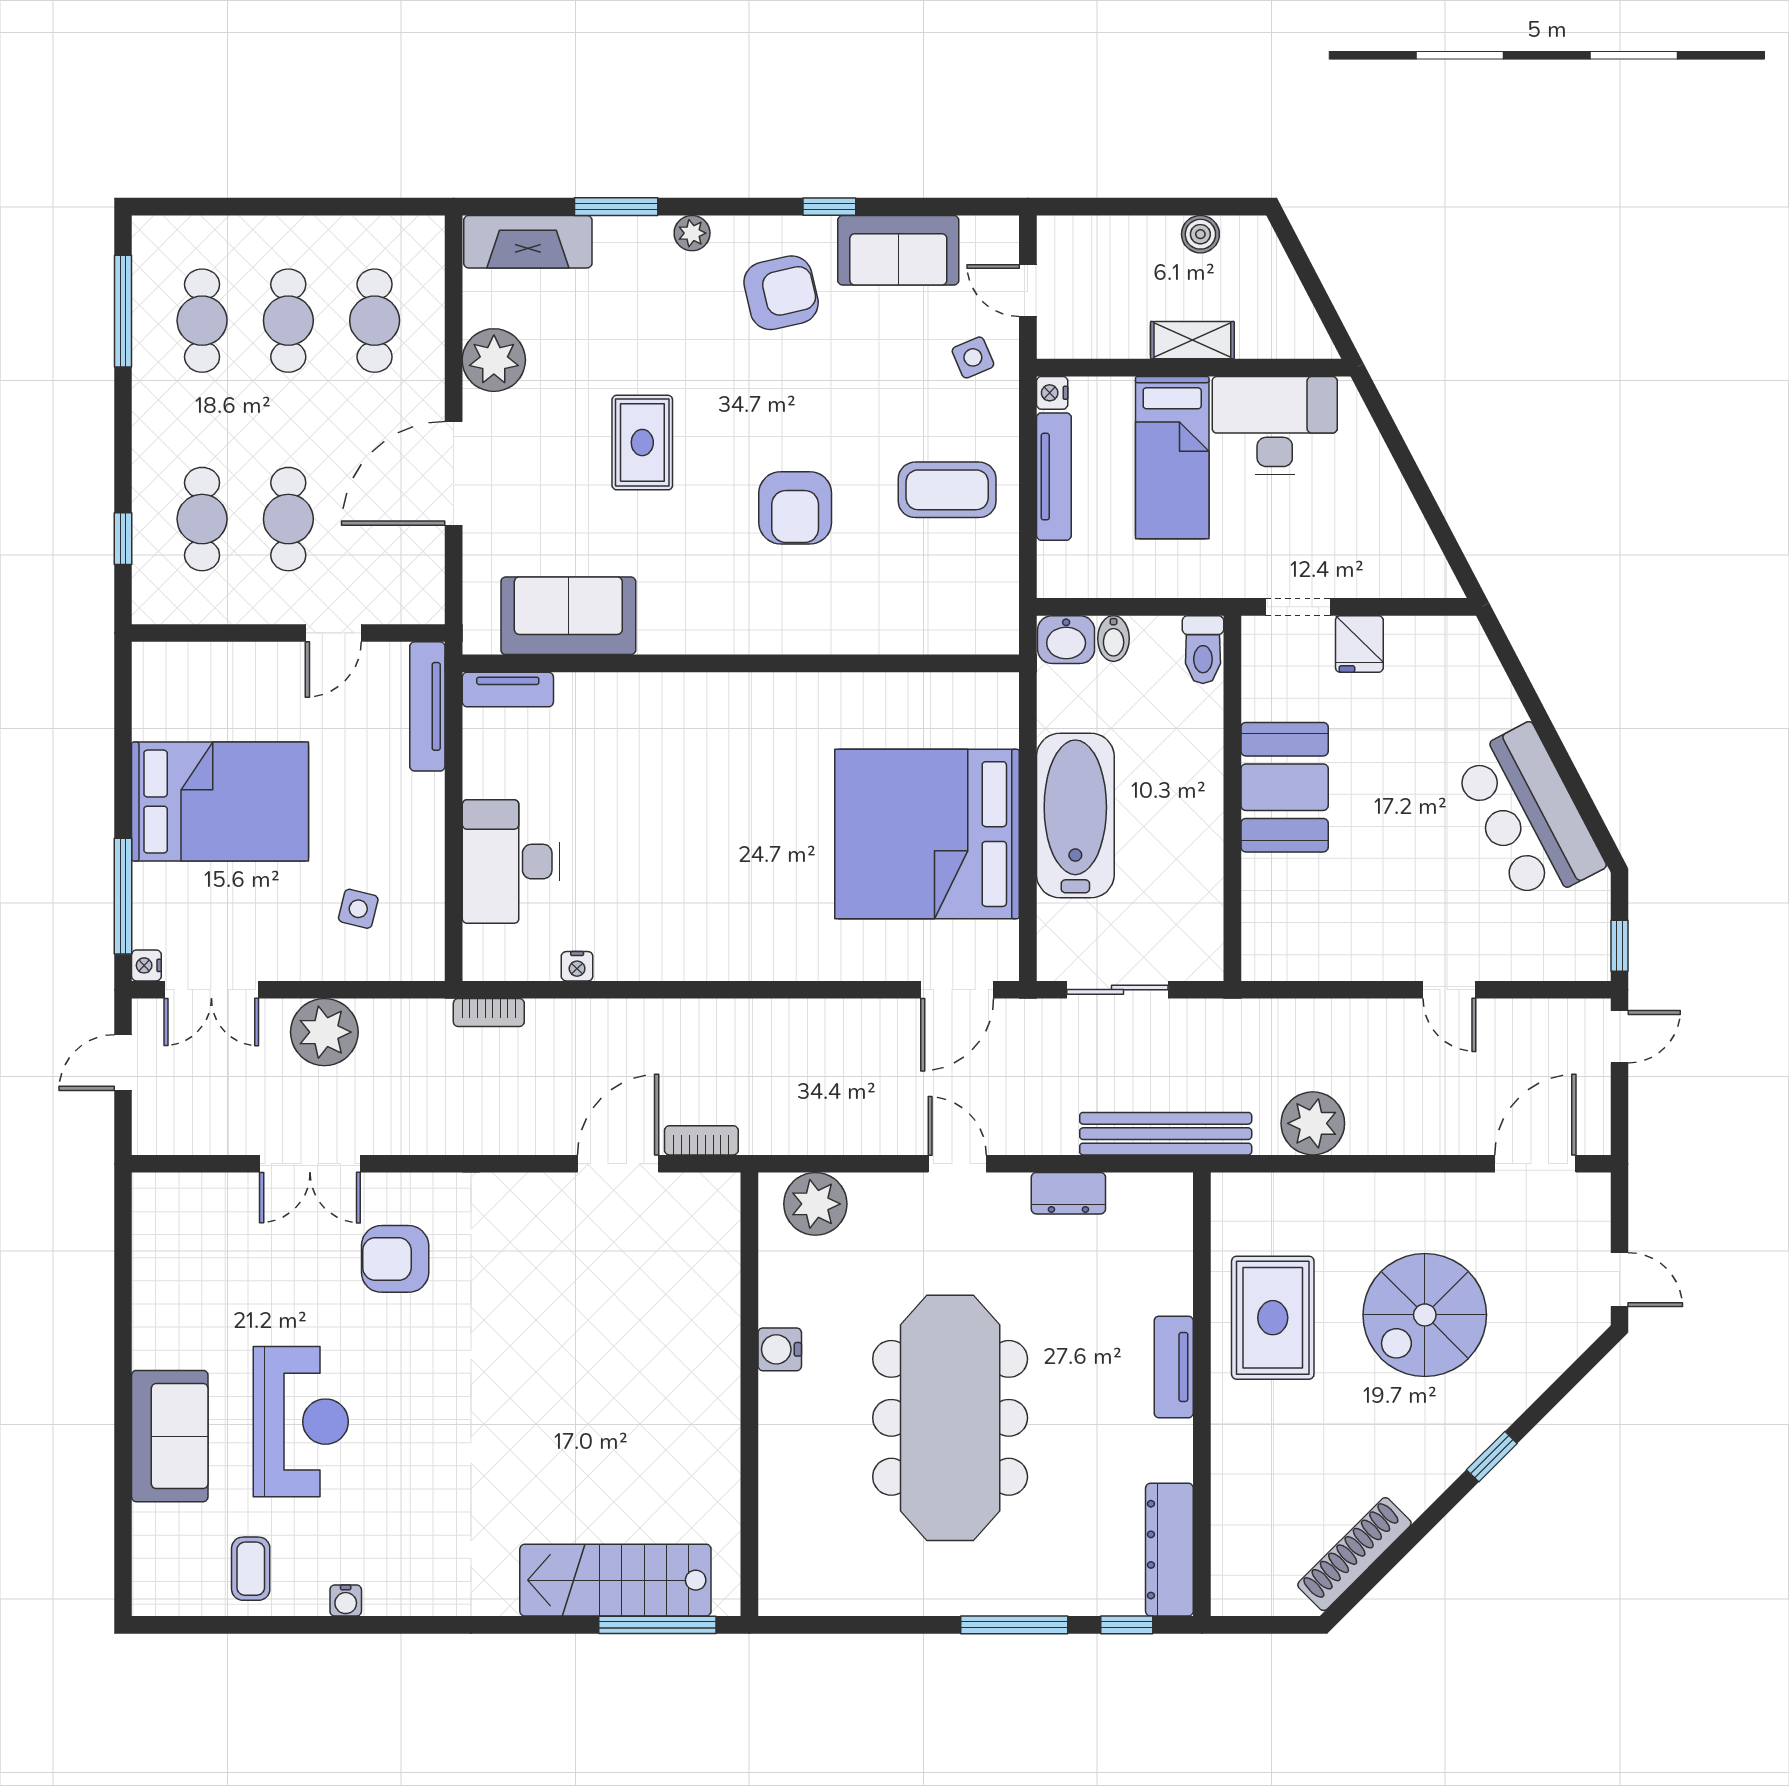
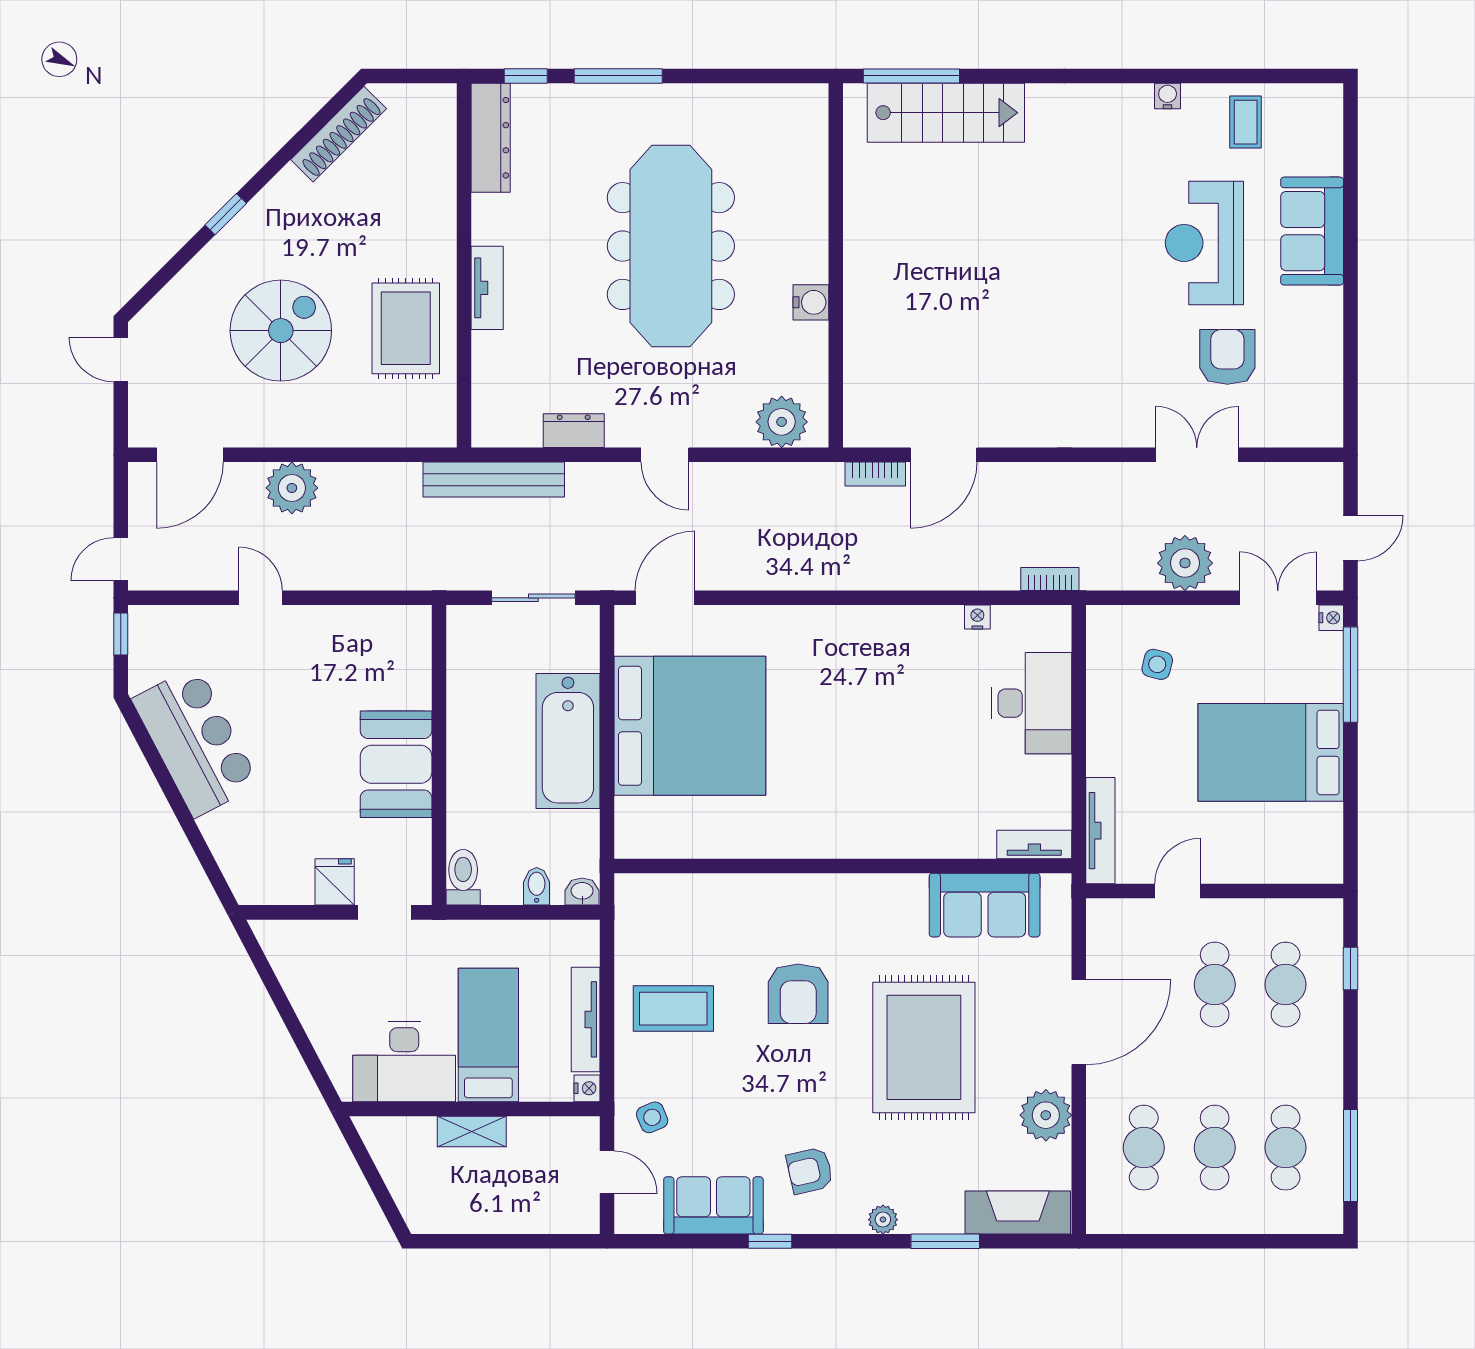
boiler: (1200, 234) -> (465, 1219), removed
armchair: (781, 293) -> (810, 1171), width x0.72, depth x0.72
rug: (642, 443) -> (924, 1047), width x1.86, depth x2.06
armchair: (795, 508) -> (798, 994), turned 180
washbasin: (1066, 640) -> (582, 892), width x0.72, depth x0.69
plant: (1313, 1123) -> (292, 488), moved
armchair: (395, 1259) -> (1227, 357), moved, turned -90

